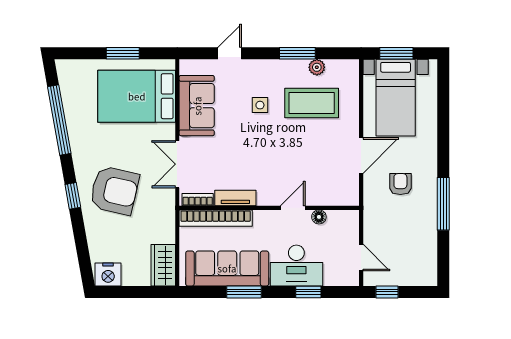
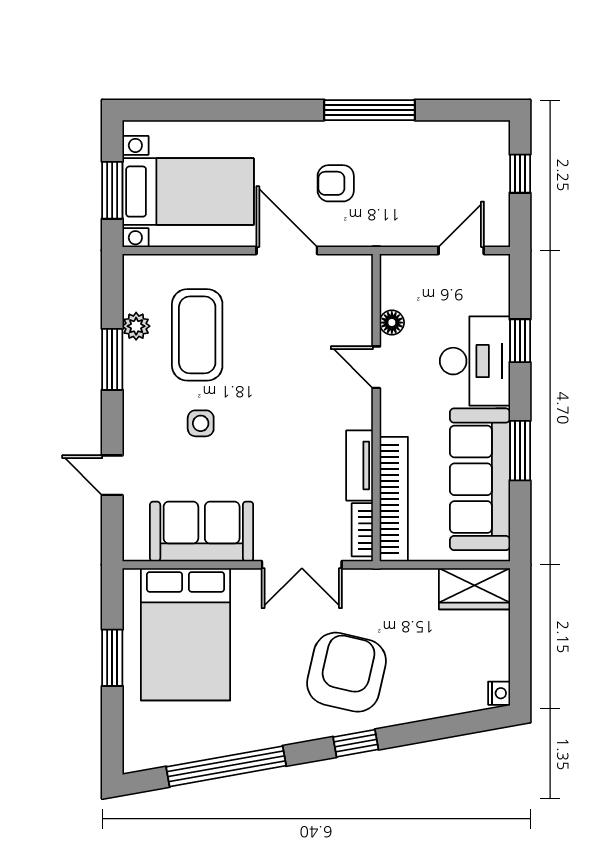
nightstand: (108, 275) -> (499, 693), width x0.53, depth x0.56
window: (387, 292) -> (520, 174), moved

